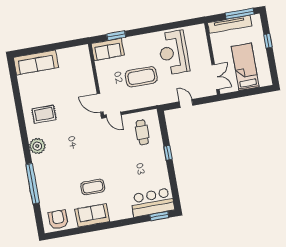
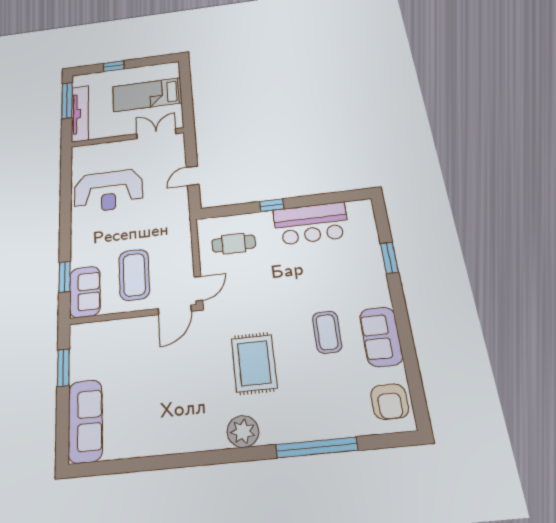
window: (63, 45) -> (63, 368), added
coffee table: (141, 77) -> (134, 275), moved
rug: (44, 114) -> (254, 363), moved, width x1.36, depth x1.43
bar counter: (152, 202) -> (311, 223), moved, turned -90
window: (159, 216) -> (389, 258), moved
armchair: (58, 220) -> (390, 402), turned -90

